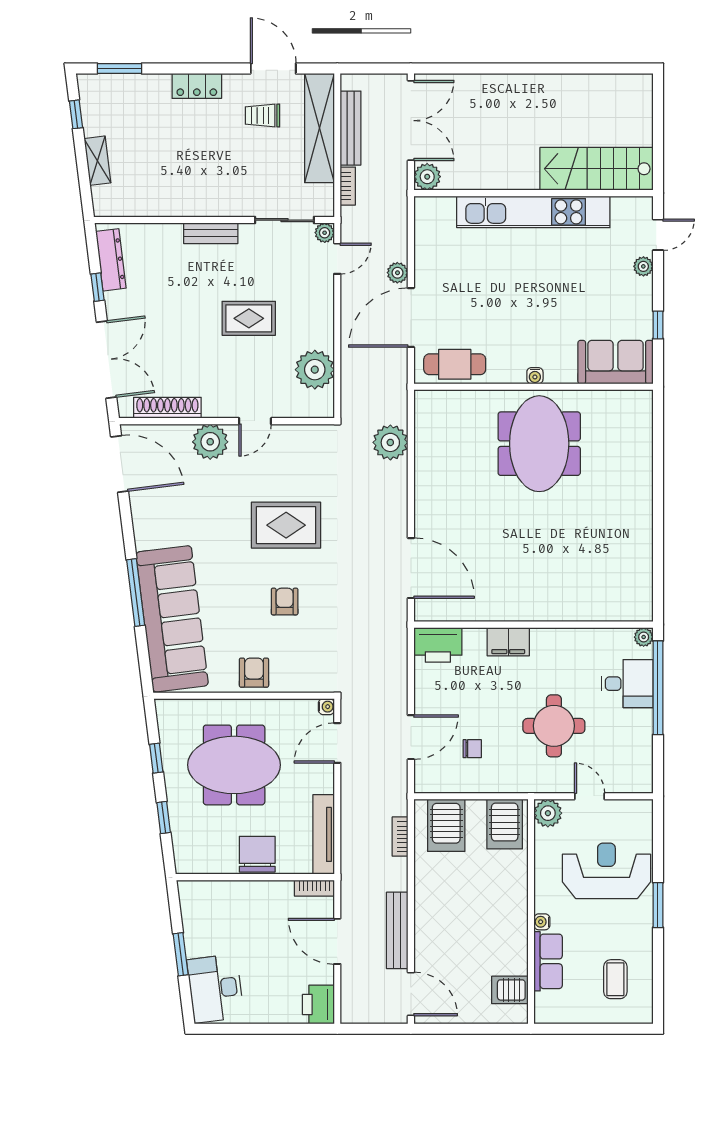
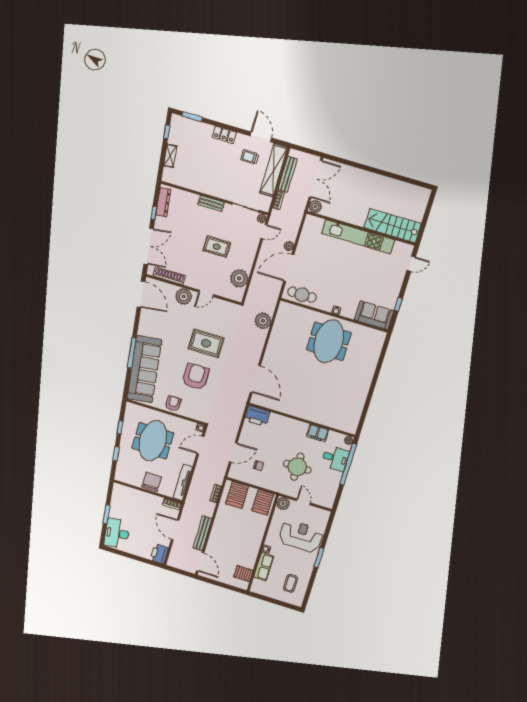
plant: (643, 266) -> (400, 276), removed
armchair: (285, 602) -> (196, 377), width x1.88, depth x1.88
filing cabinet: (508, 642) -> (317, 433), moved
meeting table: (234, 765) -> (153, 441), turned 90

